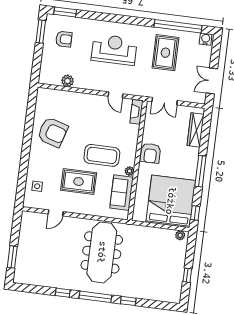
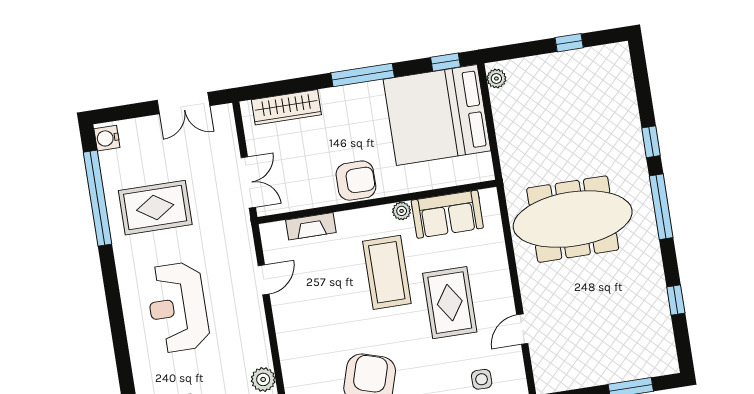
fireplace: (136, 112) -> (311, 226), moved
door: (56, 213) -> (522, 329), swing flipped
window: (63, 293) -> (676, 300), moved

